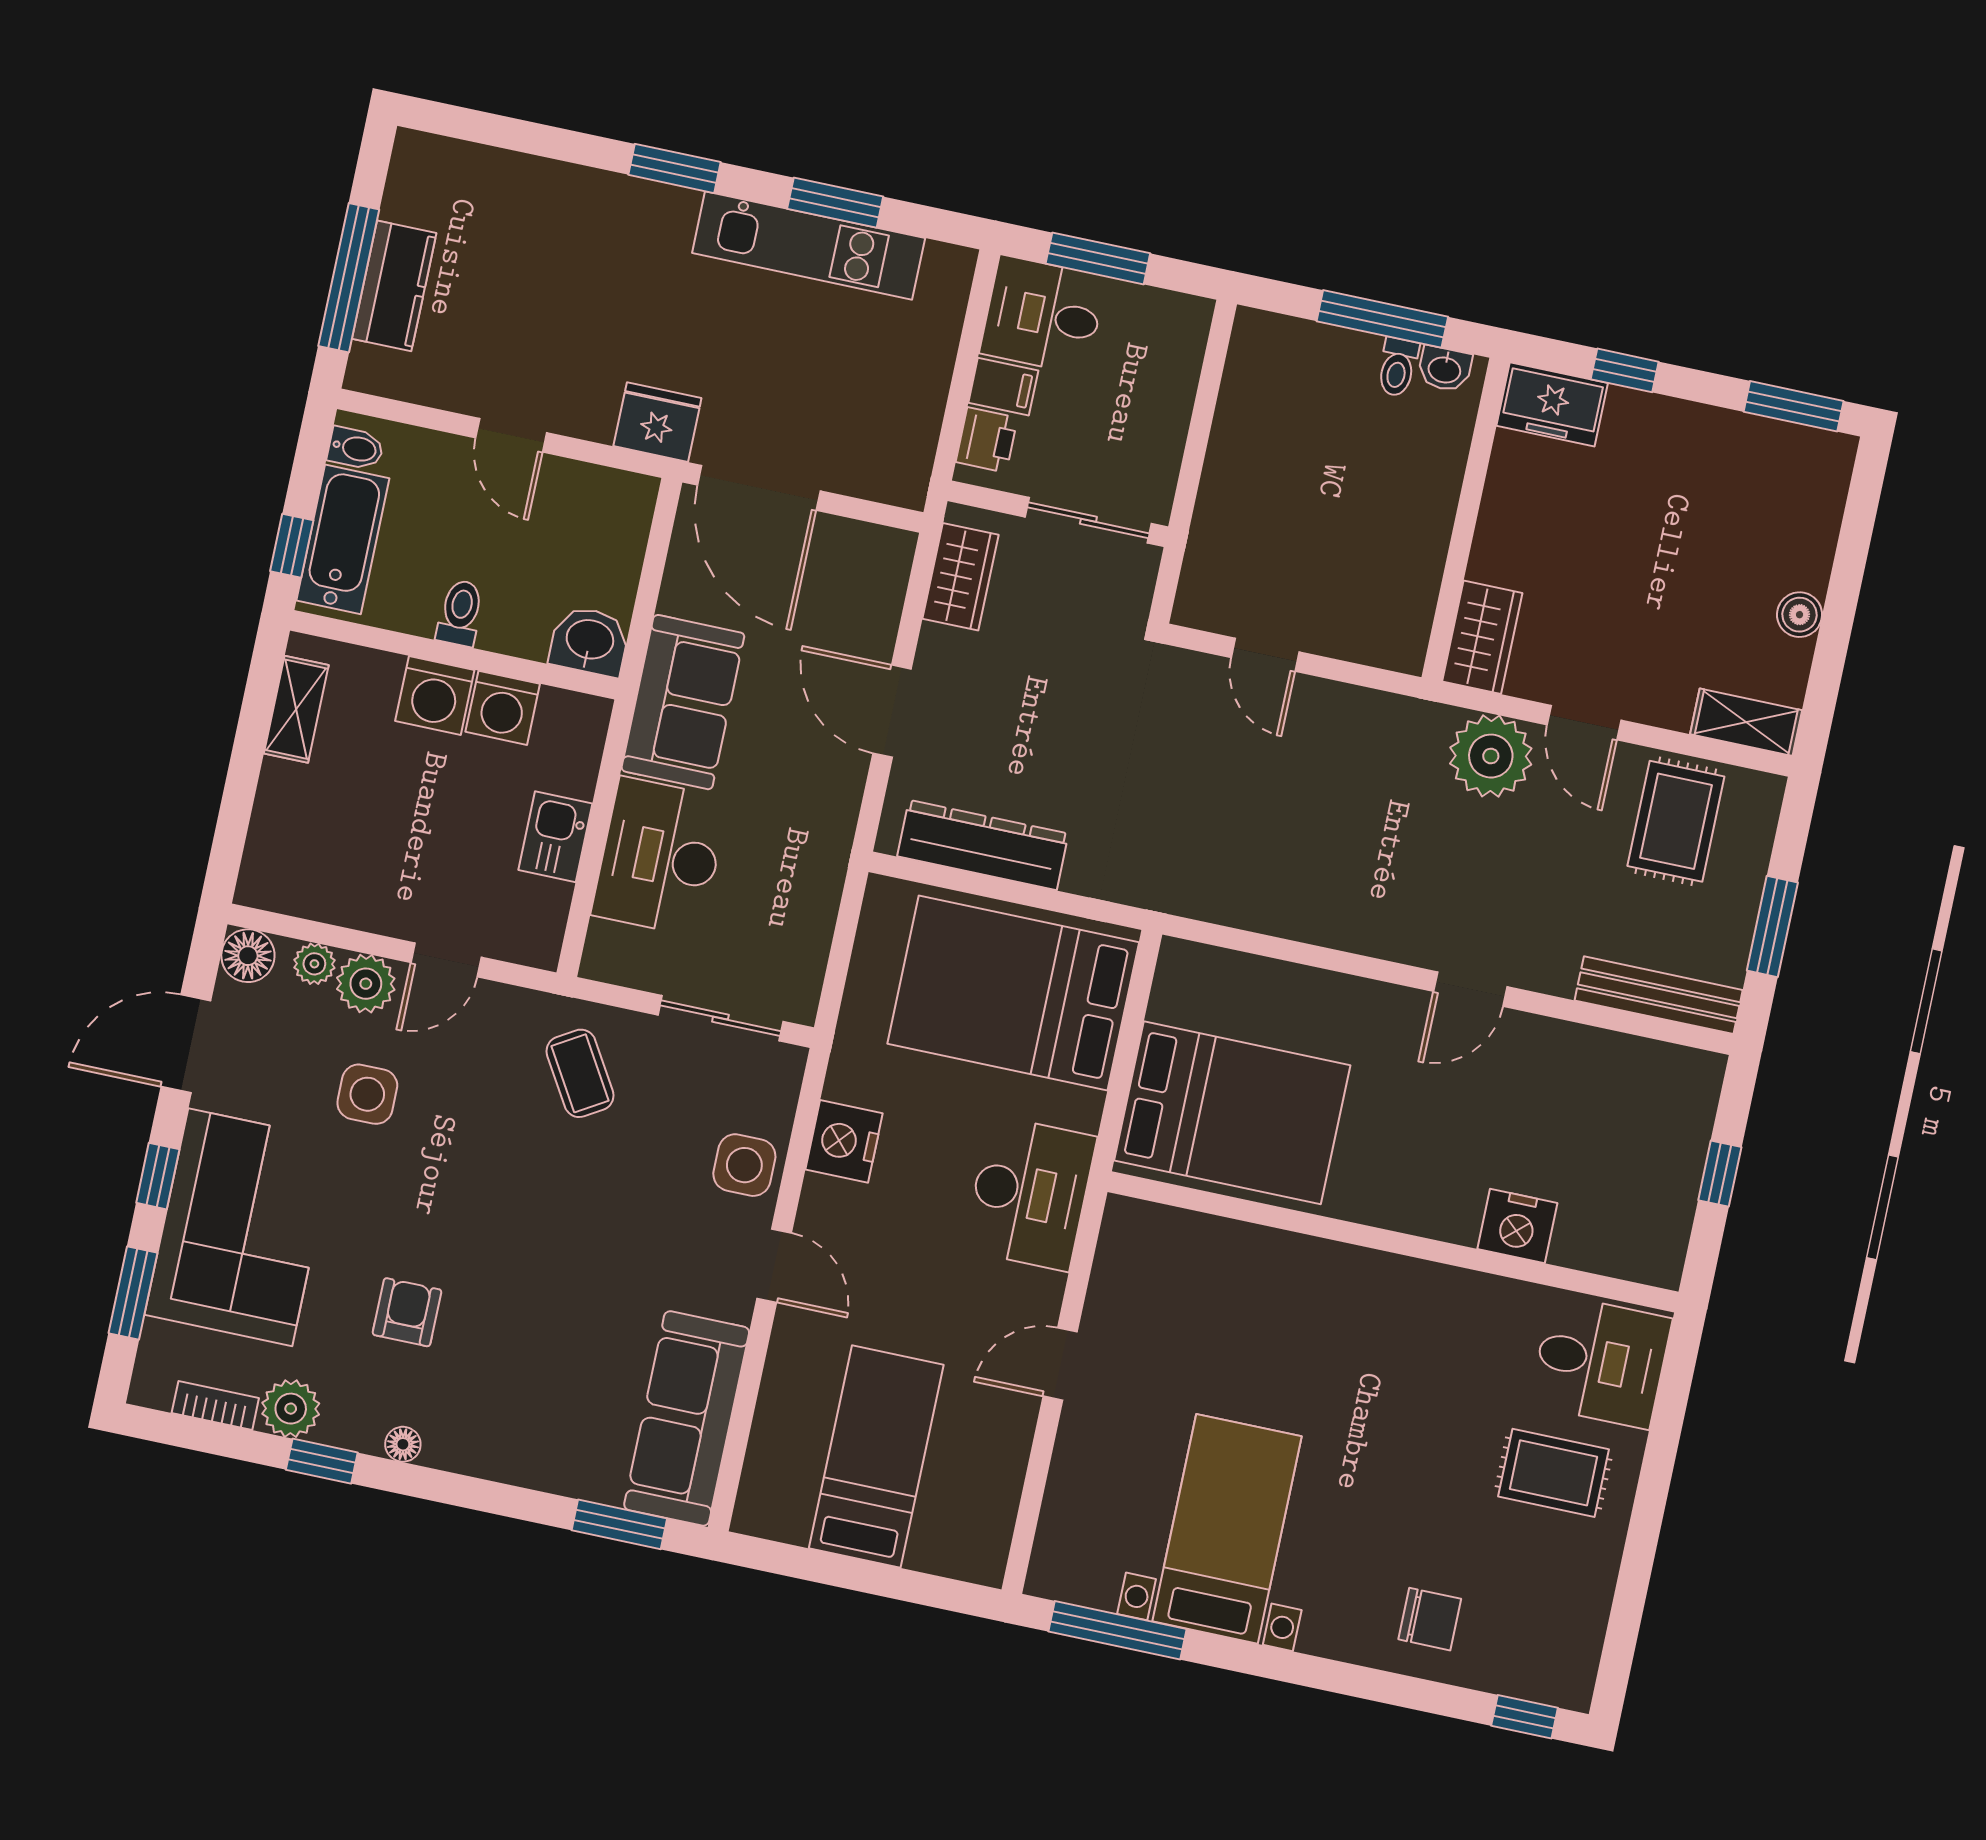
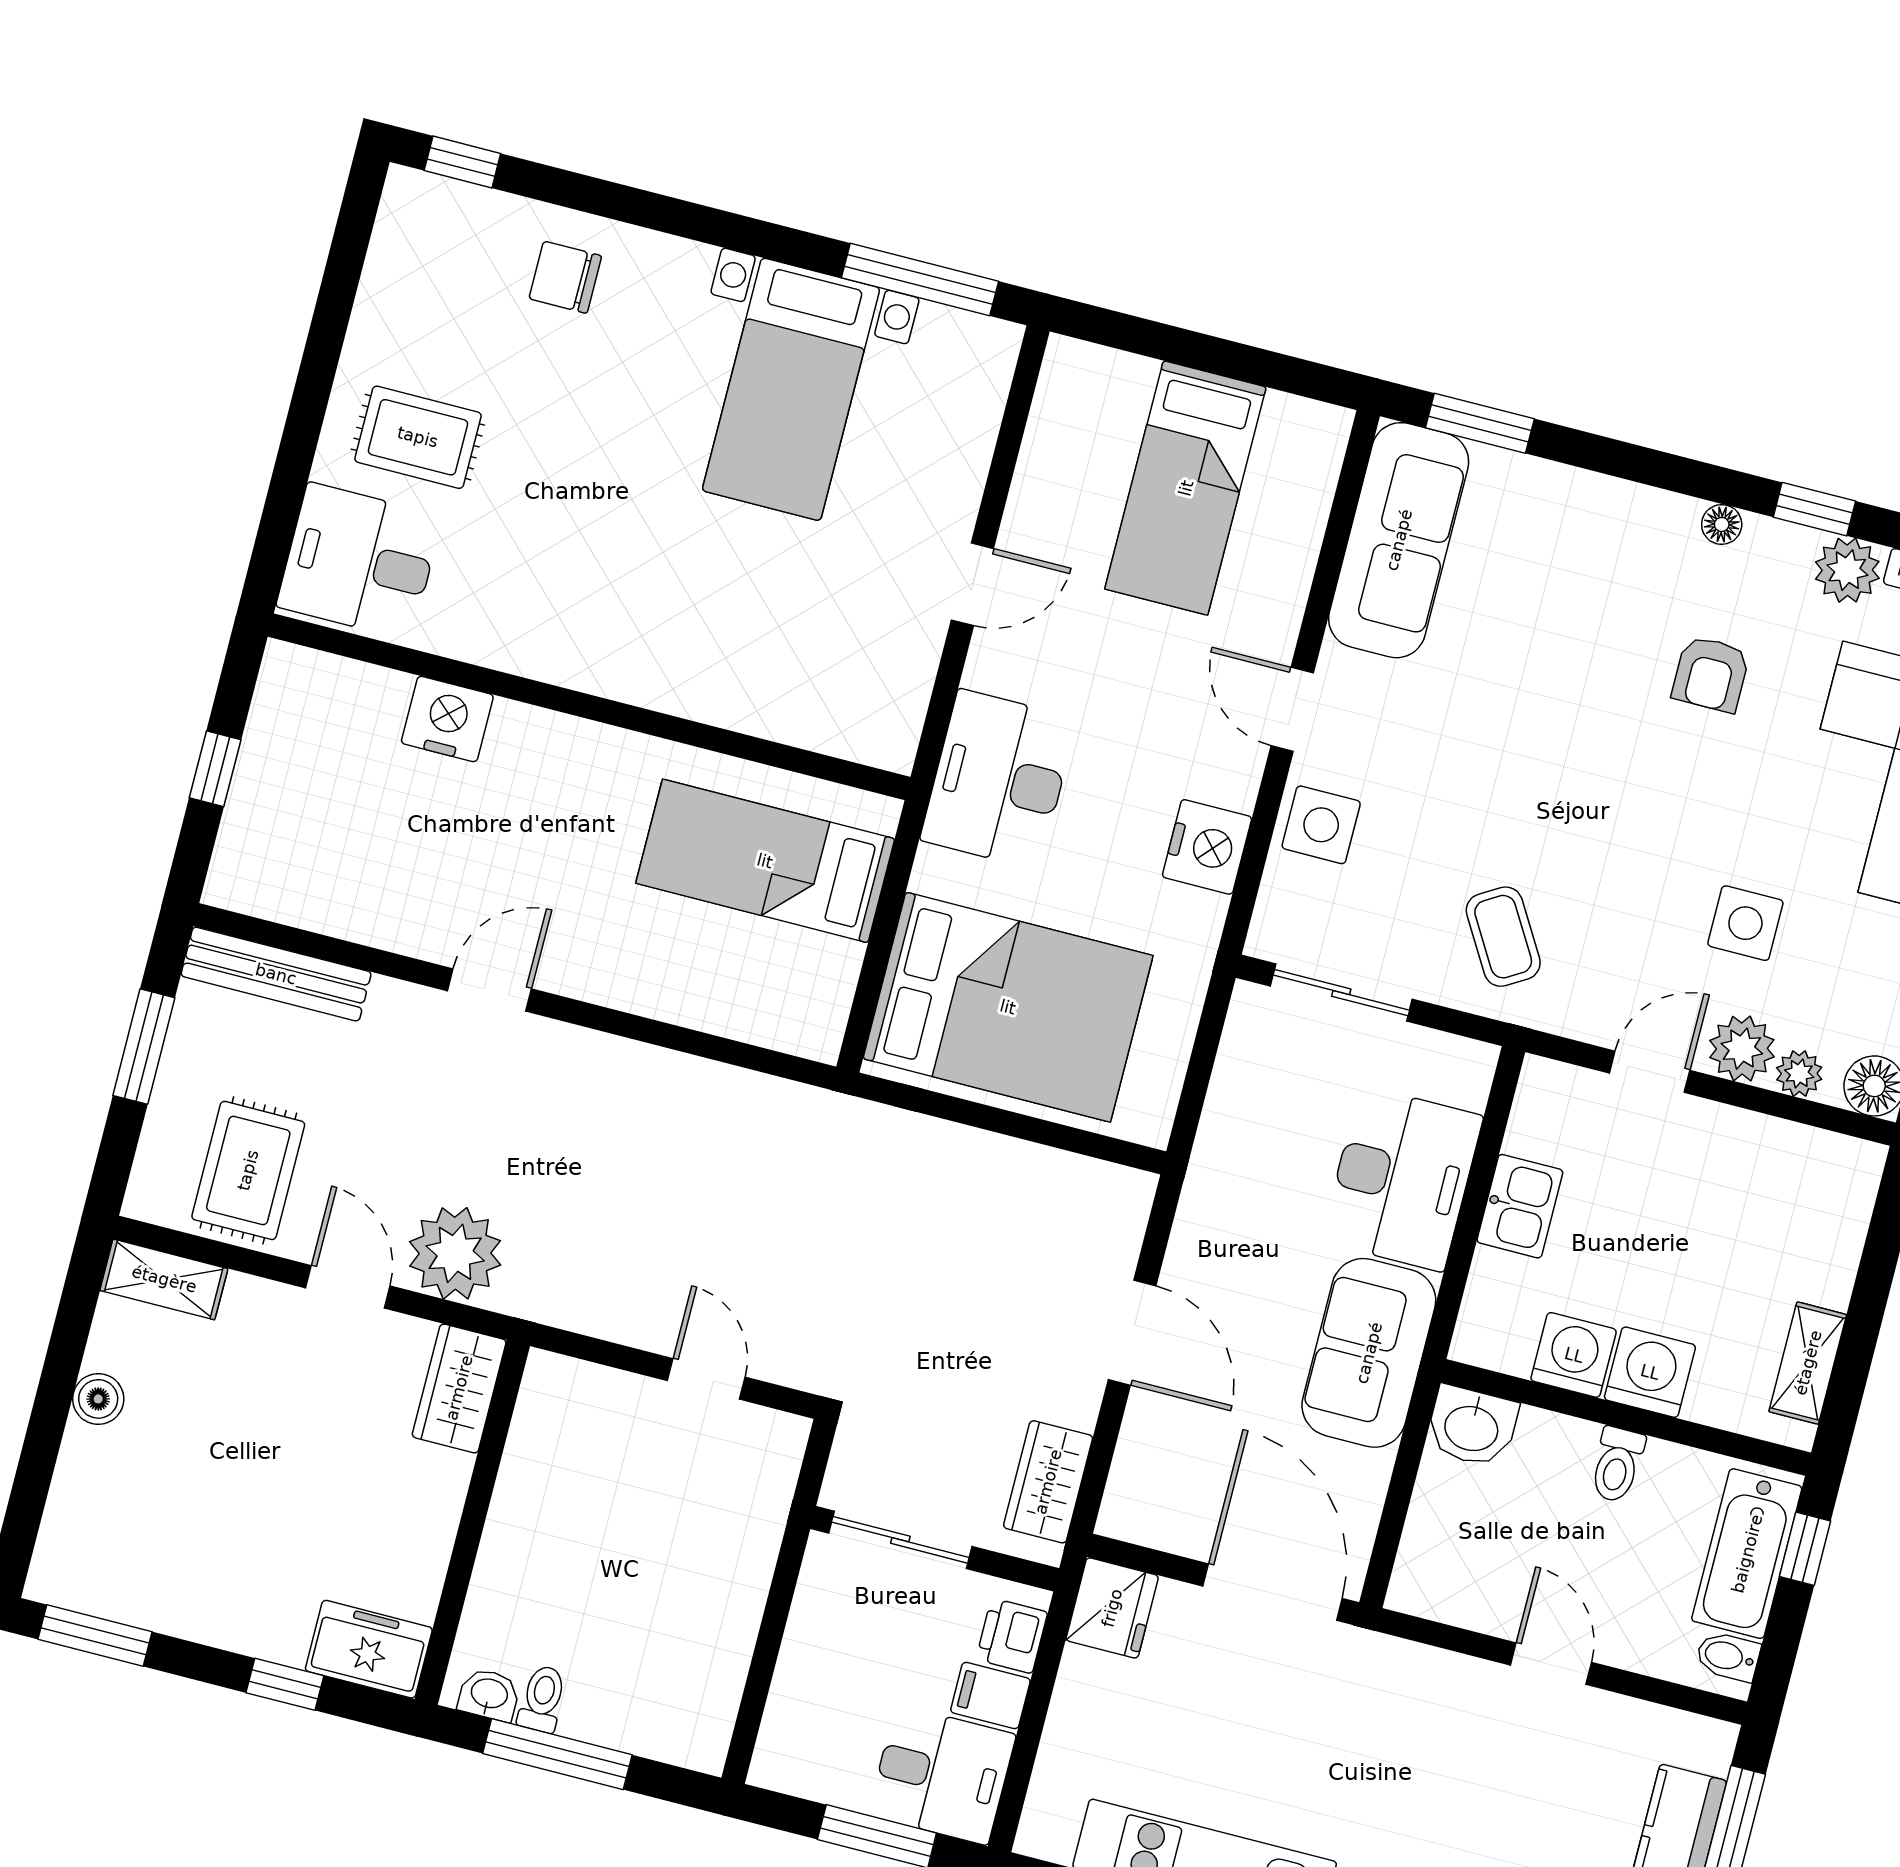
fridge: (657, 422) -> (1112, 1608), moved, turned -90
dresser: (983, 845) -> (1035, 1177), removed
bed: (1232, 1113) -> (765, 861), width x0.67

